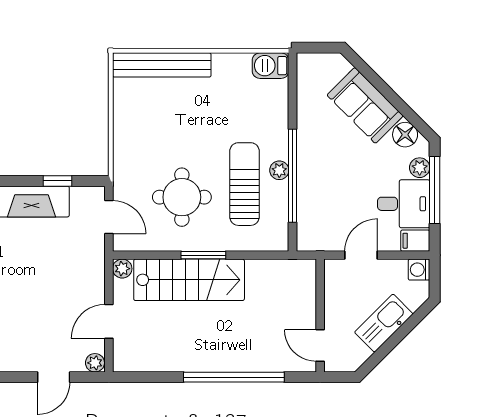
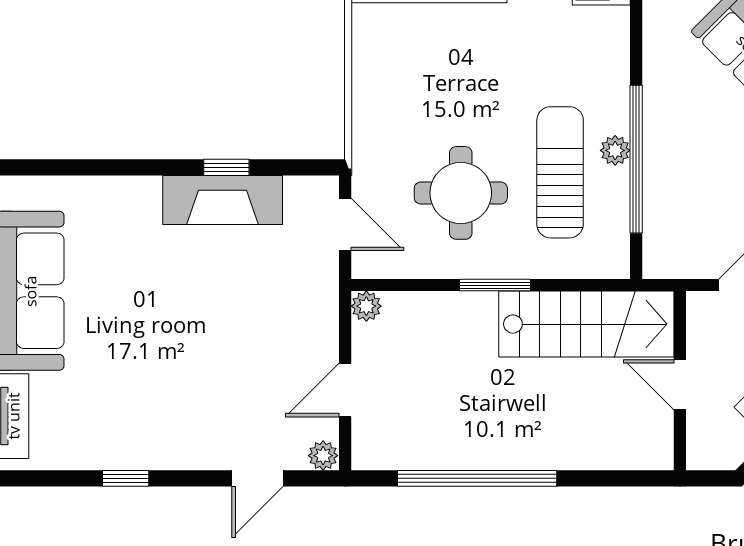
window: (58, 181) -> (226, 167), moved
stairs: (189, 280) -> (586, 324), moved
door: (320, 345) -> (680, 385), moved
window: (234, 377) -> (477, 478), moved

